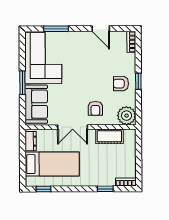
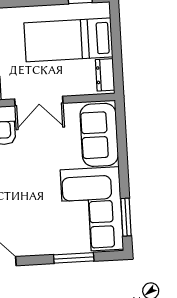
window: (22, 83) -> (126, 217), moved
double door: (73, 127) -> (39, 101), swing flipped

